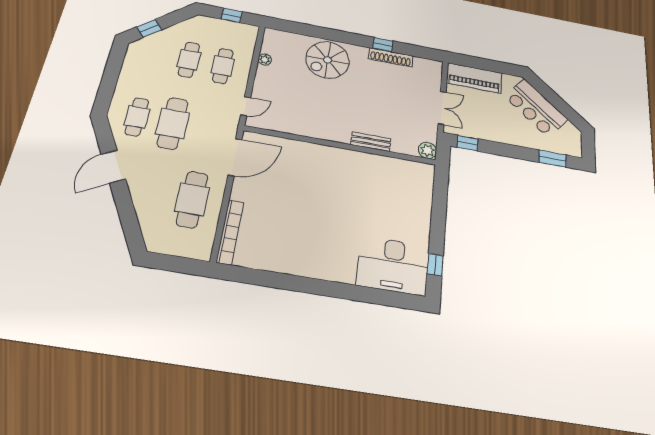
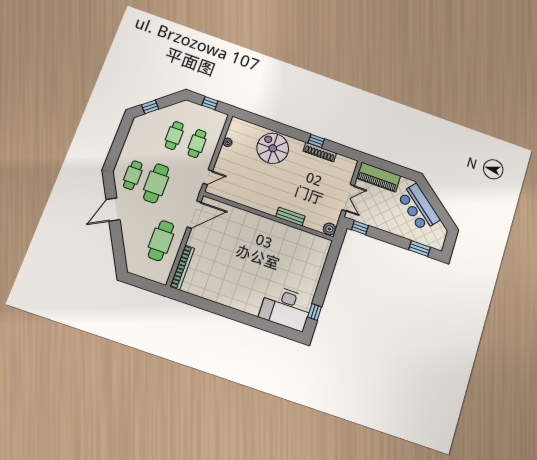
spiral stairs: (328, 60) -> (273, 148), turned 90

